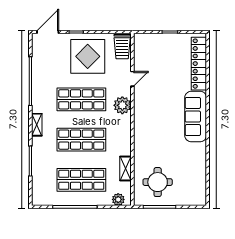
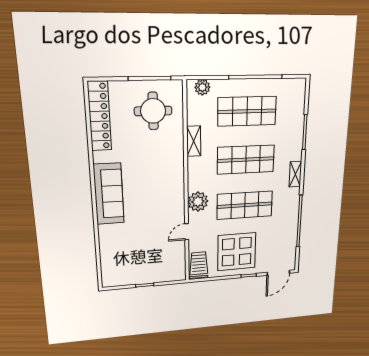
locker: (199, 64) -> (99, 116), moved
shelving: (126, 169) -> (194, 141), moved

